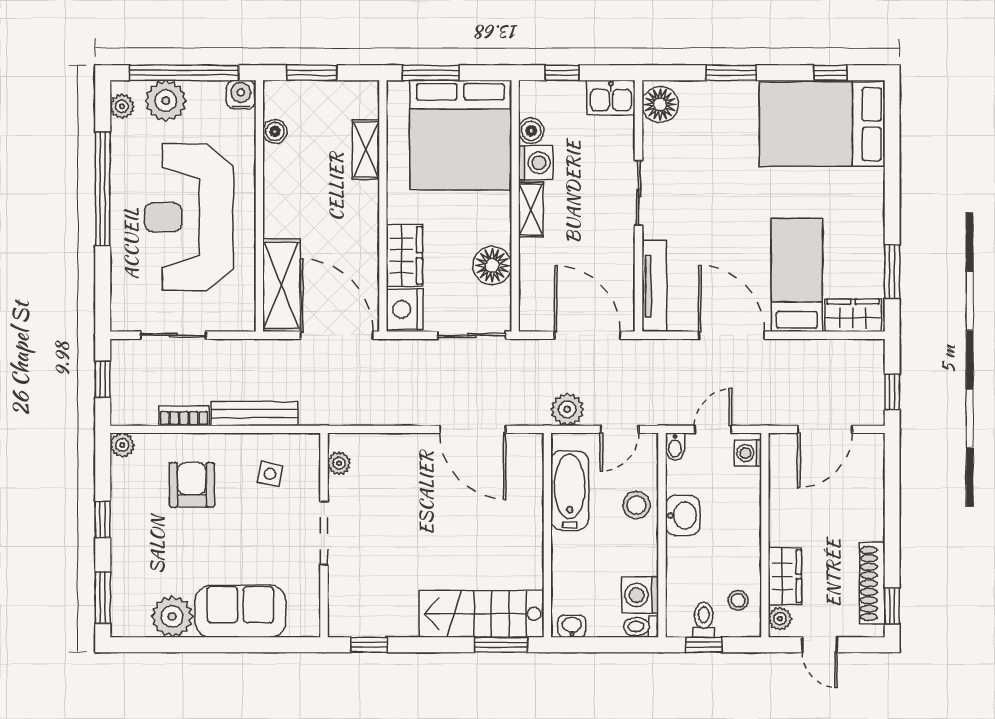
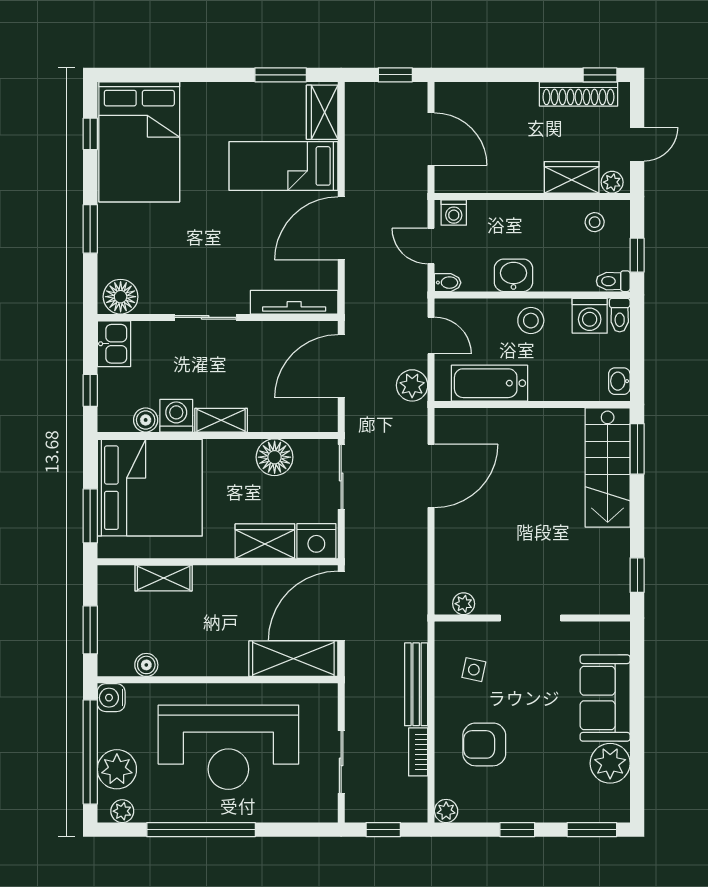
stool: (636, 505) -> (531, 321), moved
toilet: (704, 620) -> (613, 281), moved

